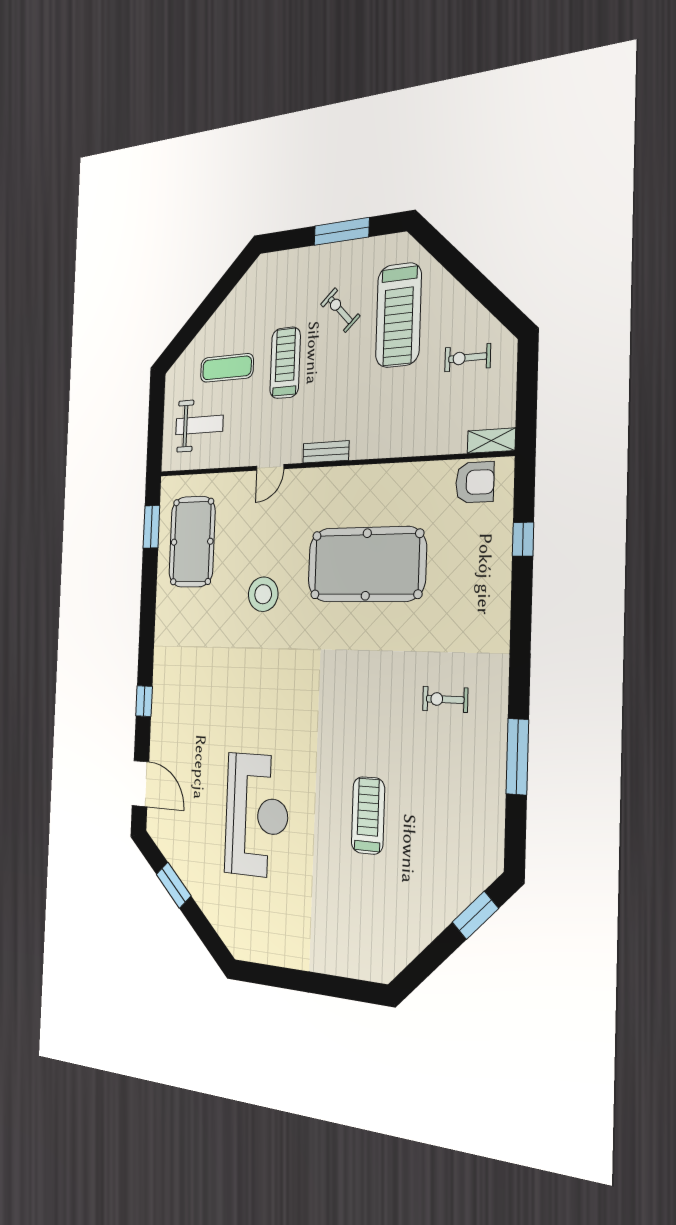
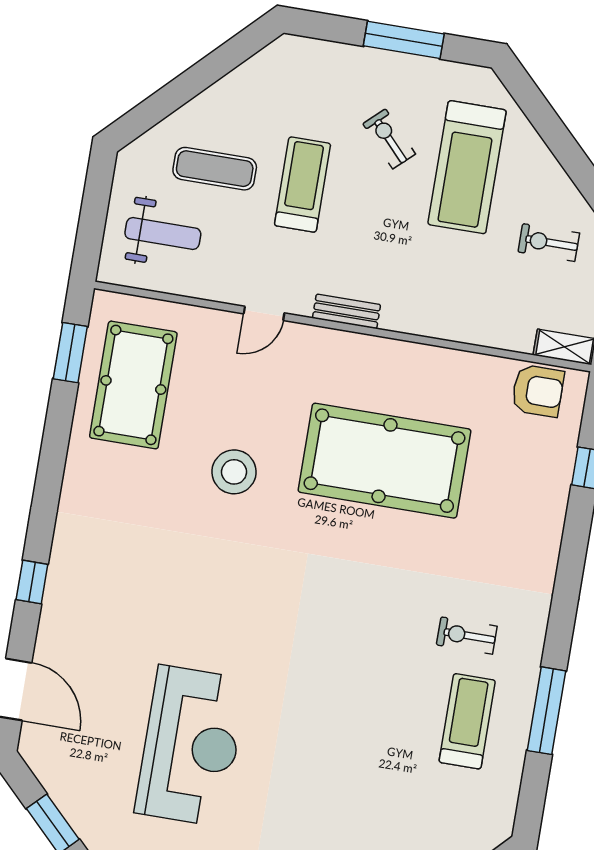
treadmill: (368, 815) -> (467, 721), moved

